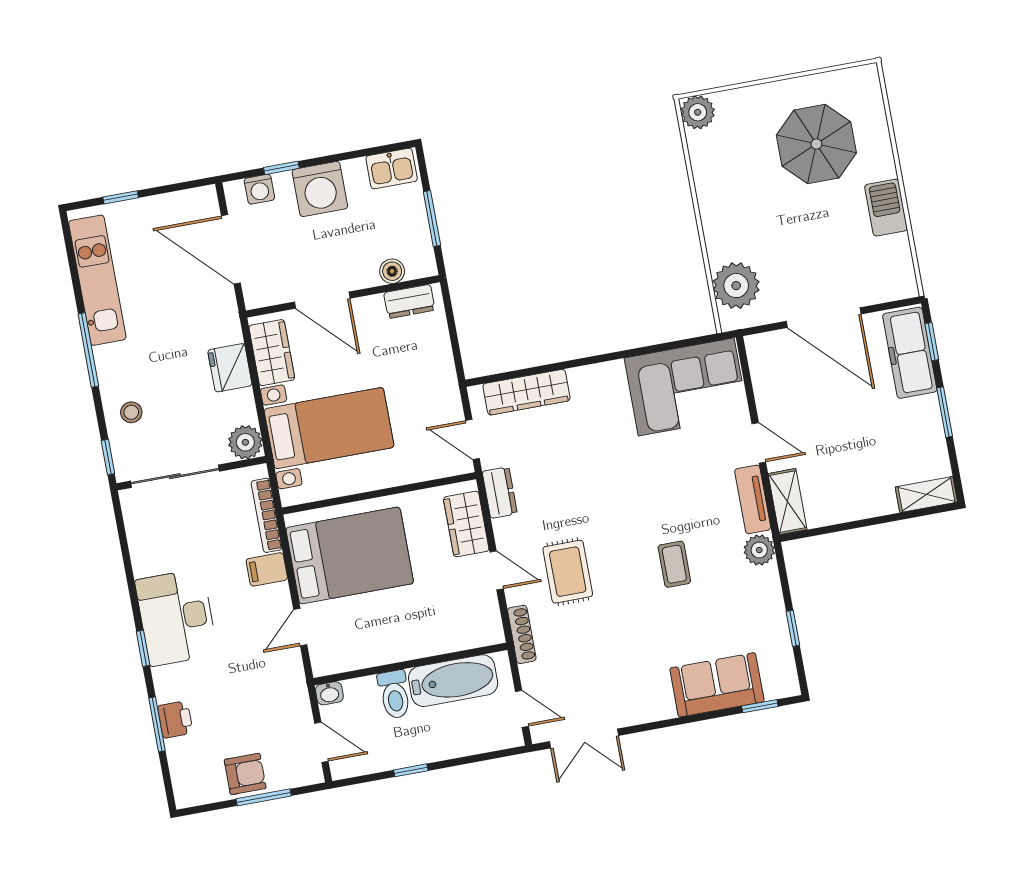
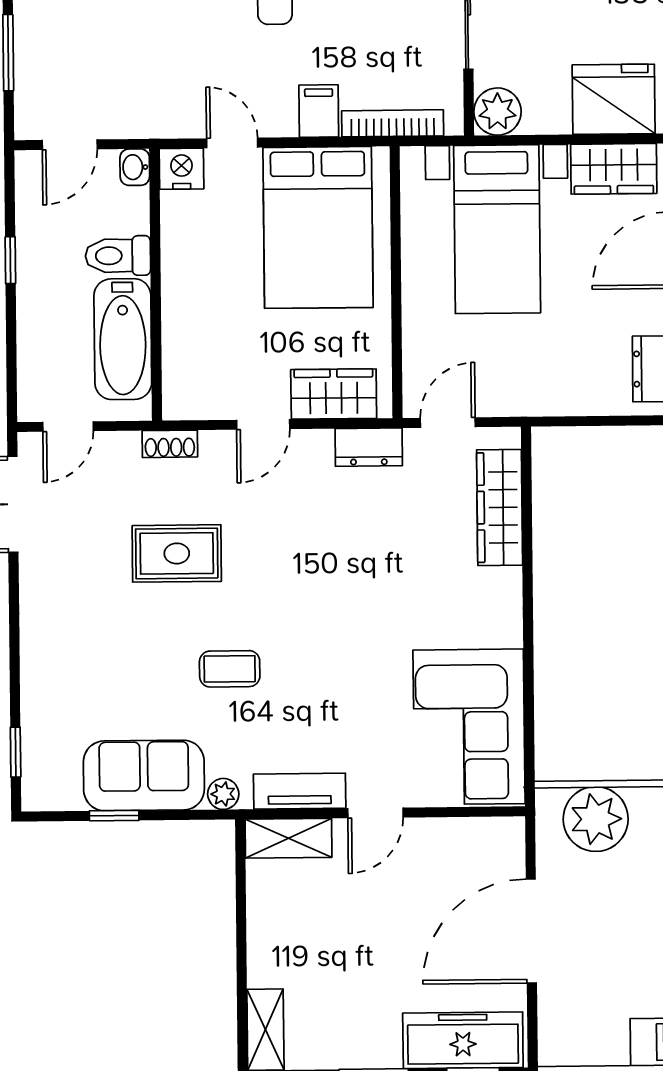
fridge: (230, 368) -> (614, 99), width x1.36, depth x1.34
plant: (759, 550) -> (223, 794), width x0.73, depth x0.73
rug: (568, 572) -> (177, 553), moved
shoe rack: (522, 634) -> (170, 444), width x0.70
nightstand: (325, 660) -> (182, 169), added
sofa: (717, 685) -> (144, 775), moved, turned -90
armchair: (245, 774) -> (44, 33), removed

